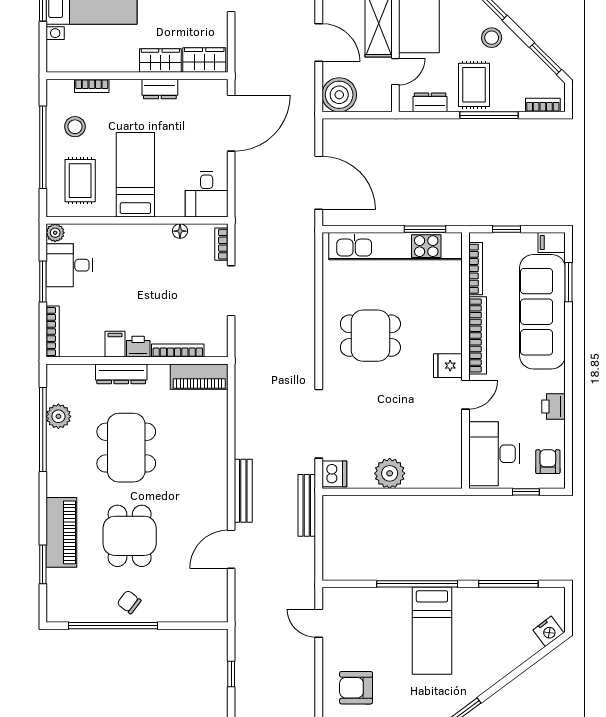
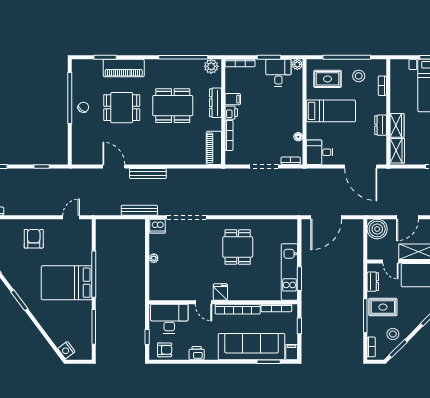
stool: (492, 38) -> (393, 334), moved
kitchen unit: (396, 246) -> (289, 272), width x0.73
plant: (58, 416) -> (211, 66), moved
plant: (390, 473) -> (154, 258), width x0.53, depth x0.53
bed: (432, 631) -> (67, 283), width x1.50

